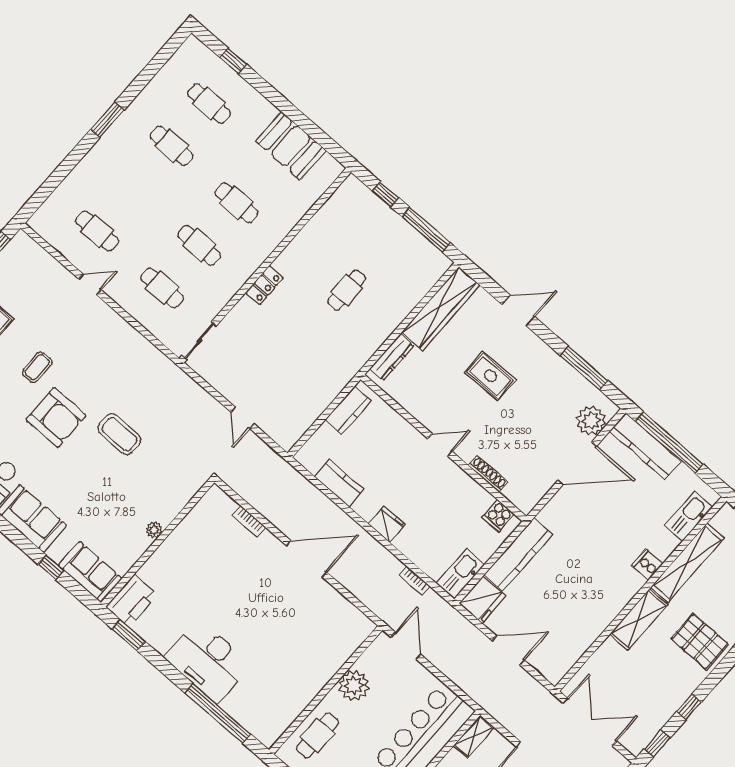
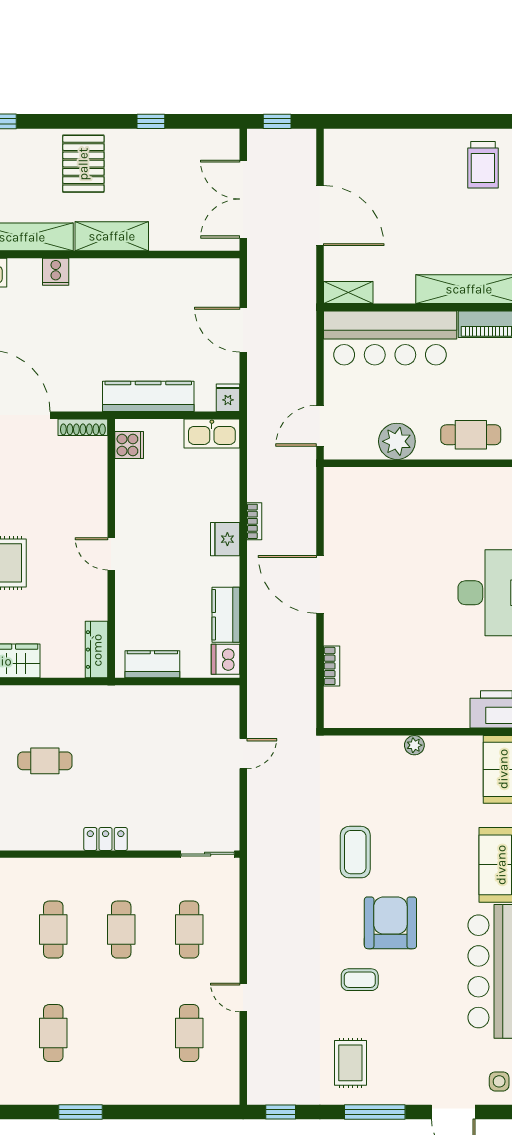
dresser: (392, 357) -> (97, 650), moved, turned -90
dishwasher: (311, 459) -> (225, 659), added
shoe rack: (488, 474) -> (83, 427), moved, turned -90
bookcase: (415, 581) -> (254, 521), moved
fridge: (482, 600) -> (228, 398), width x0.53, depth x0.75
window: (657, 743) -> (209, 121), removed

